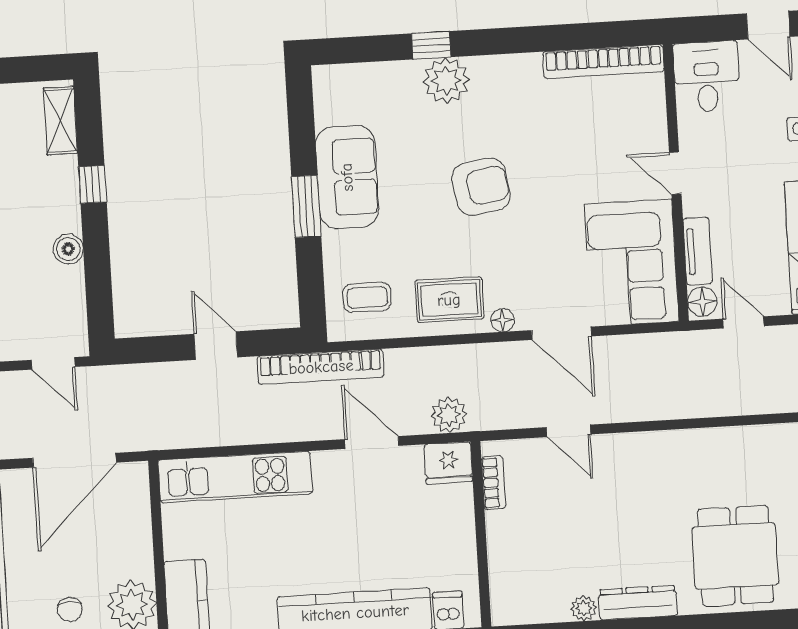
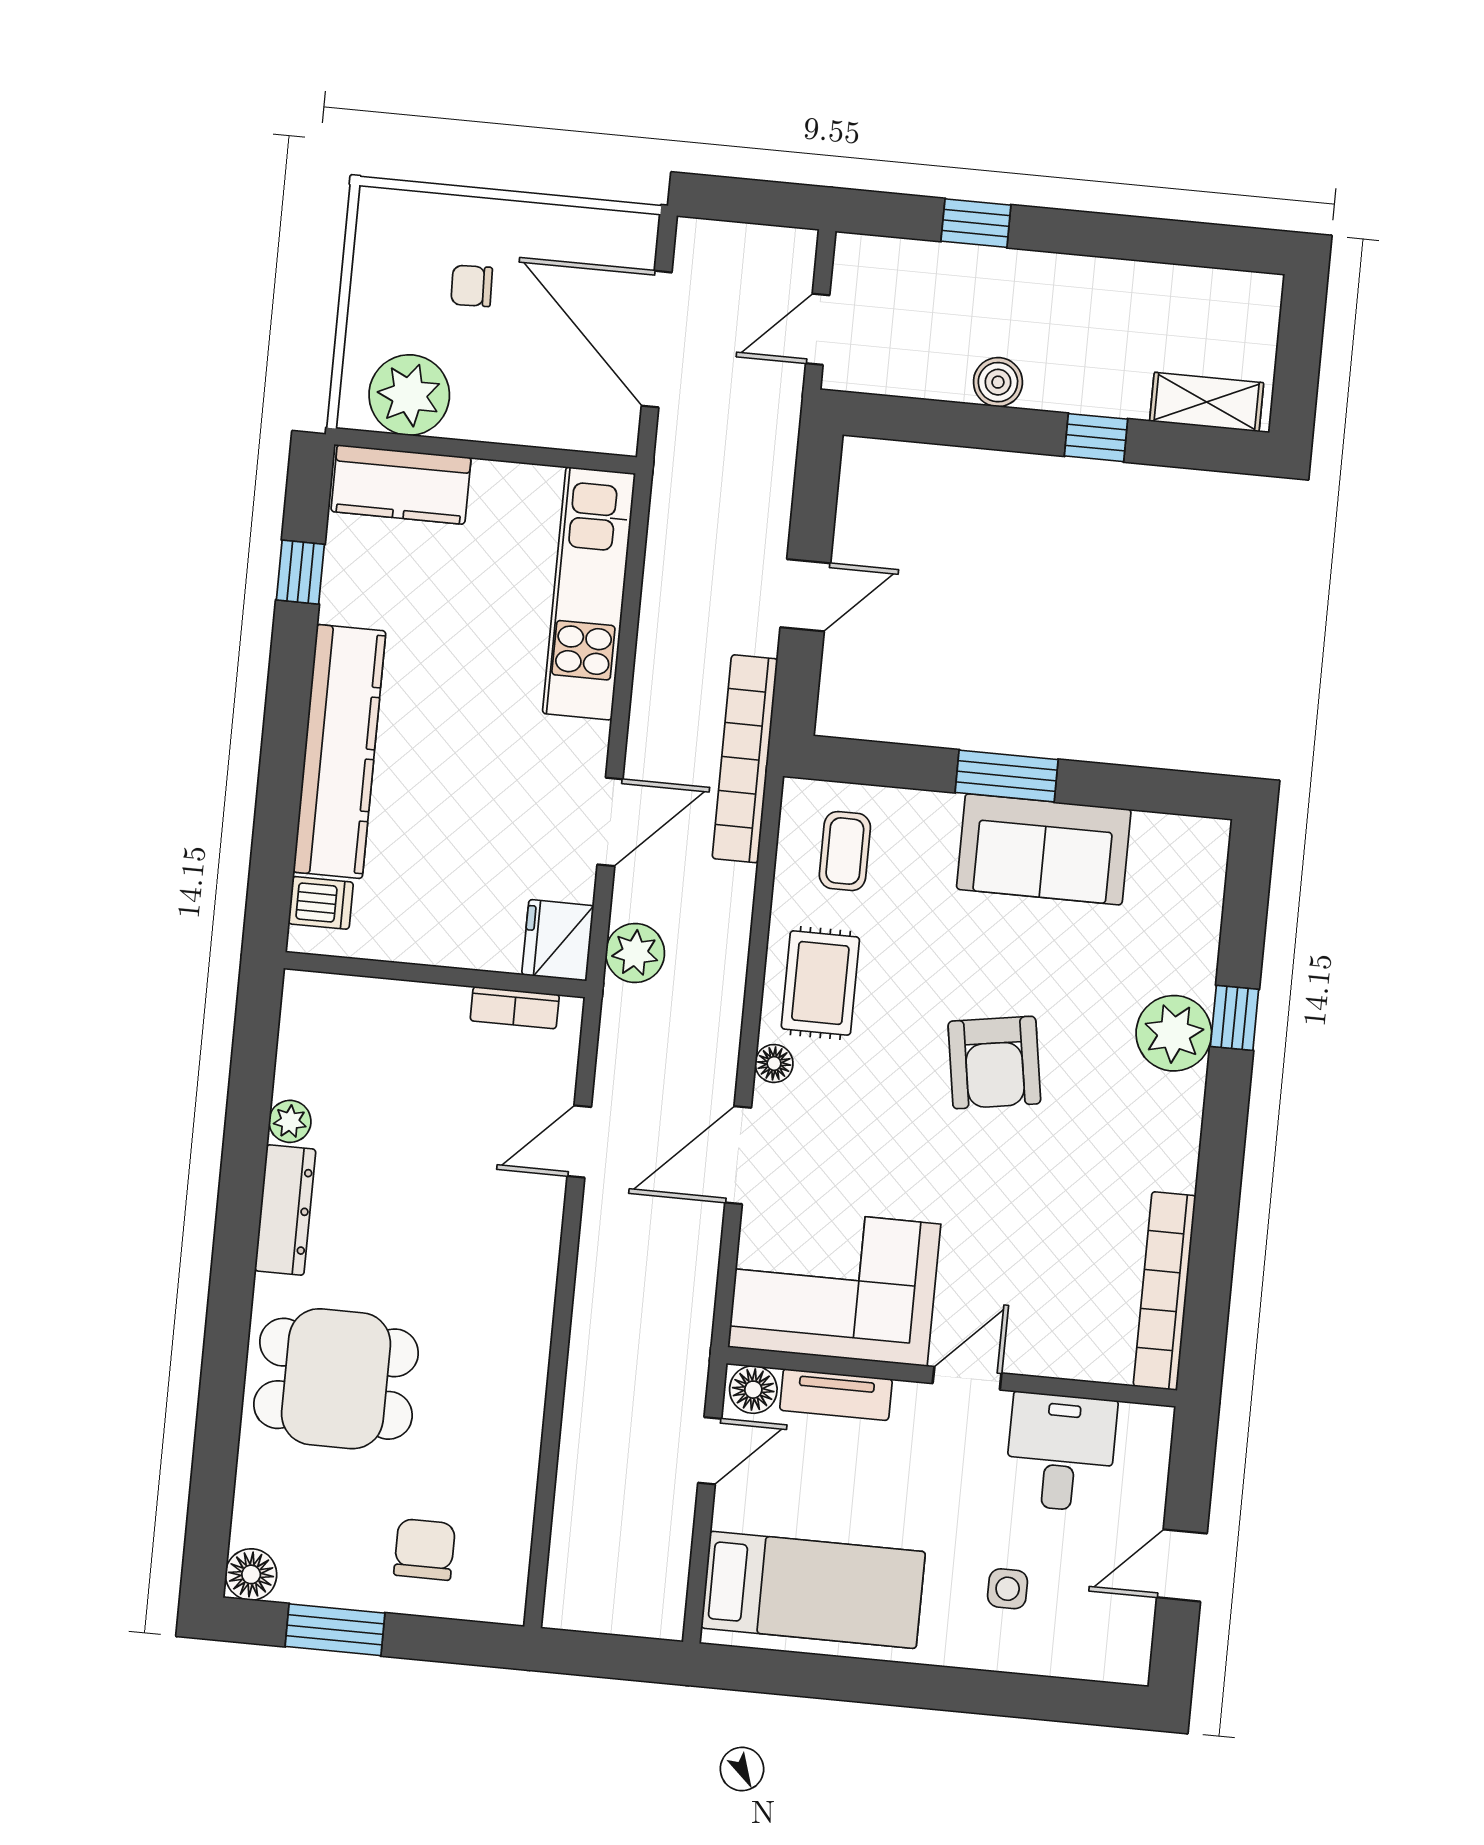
desk: (707, 77) -> (1061, 1452), moved, turned -90
chair: (70, 609) -> (472, 286), moved

